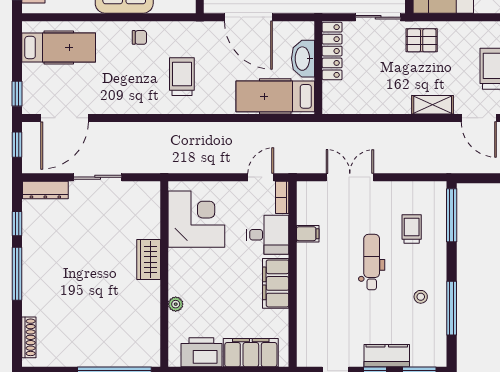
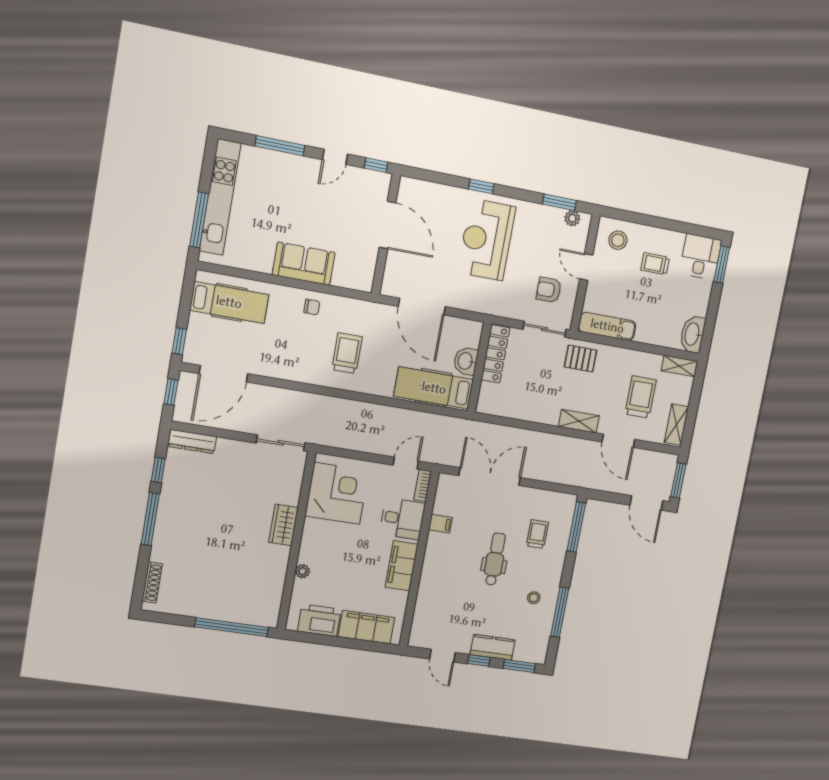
washbasin: (303, 59) -> (466, 361), width x0.72
sliding door: (98, 177) -> (281, 443), moved
double door: (350, 177) -> (490, 477), width x1.37

